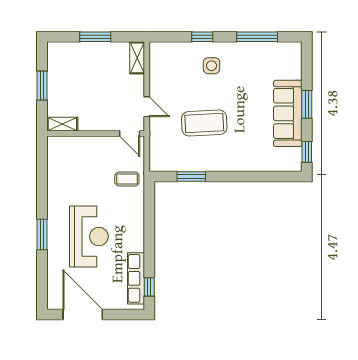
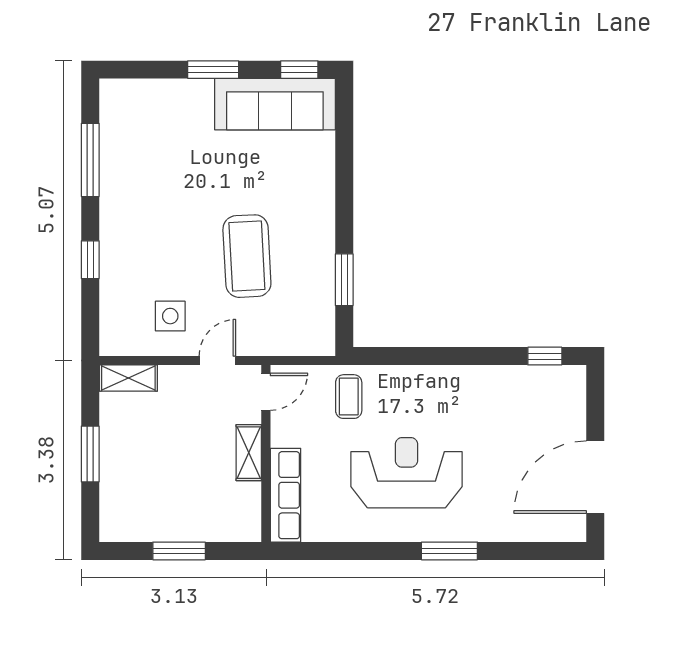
side table: (211, 66) -> (170, 316), moved
sofa: (288, 113) -> (275, 104), moved
shelving: (62, 124) -> (249, 453), moved
reception desk: (89, 237) -> (406, 473), moved
row of seats: (136, 278) -> (286, 495), moved, turned -90

